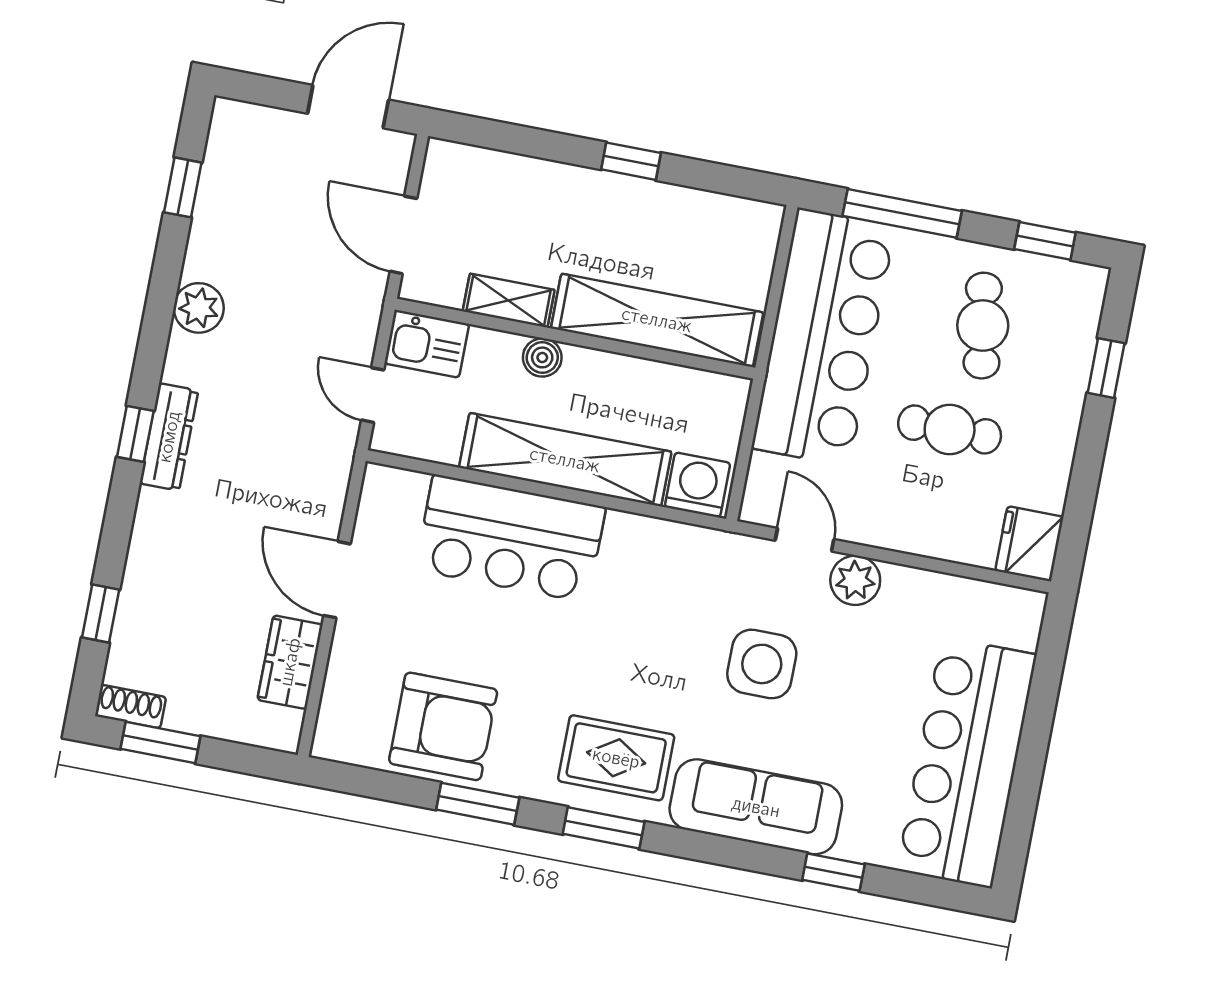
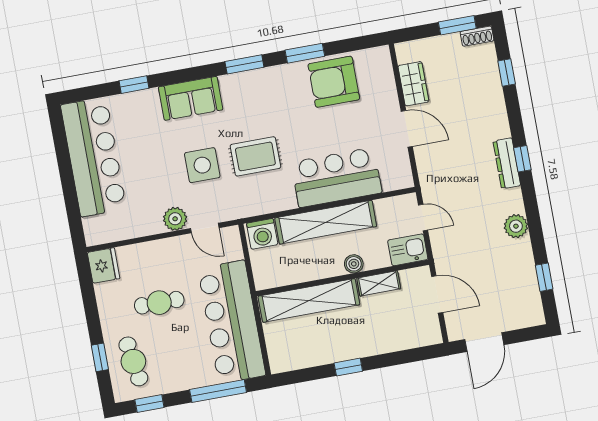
cafe table: (983, 326) -> (133, 361), moved
rug: (616, 758) -> (255, 156), moved
sofa: (756, 807) -> (191, 98), width x0.73

